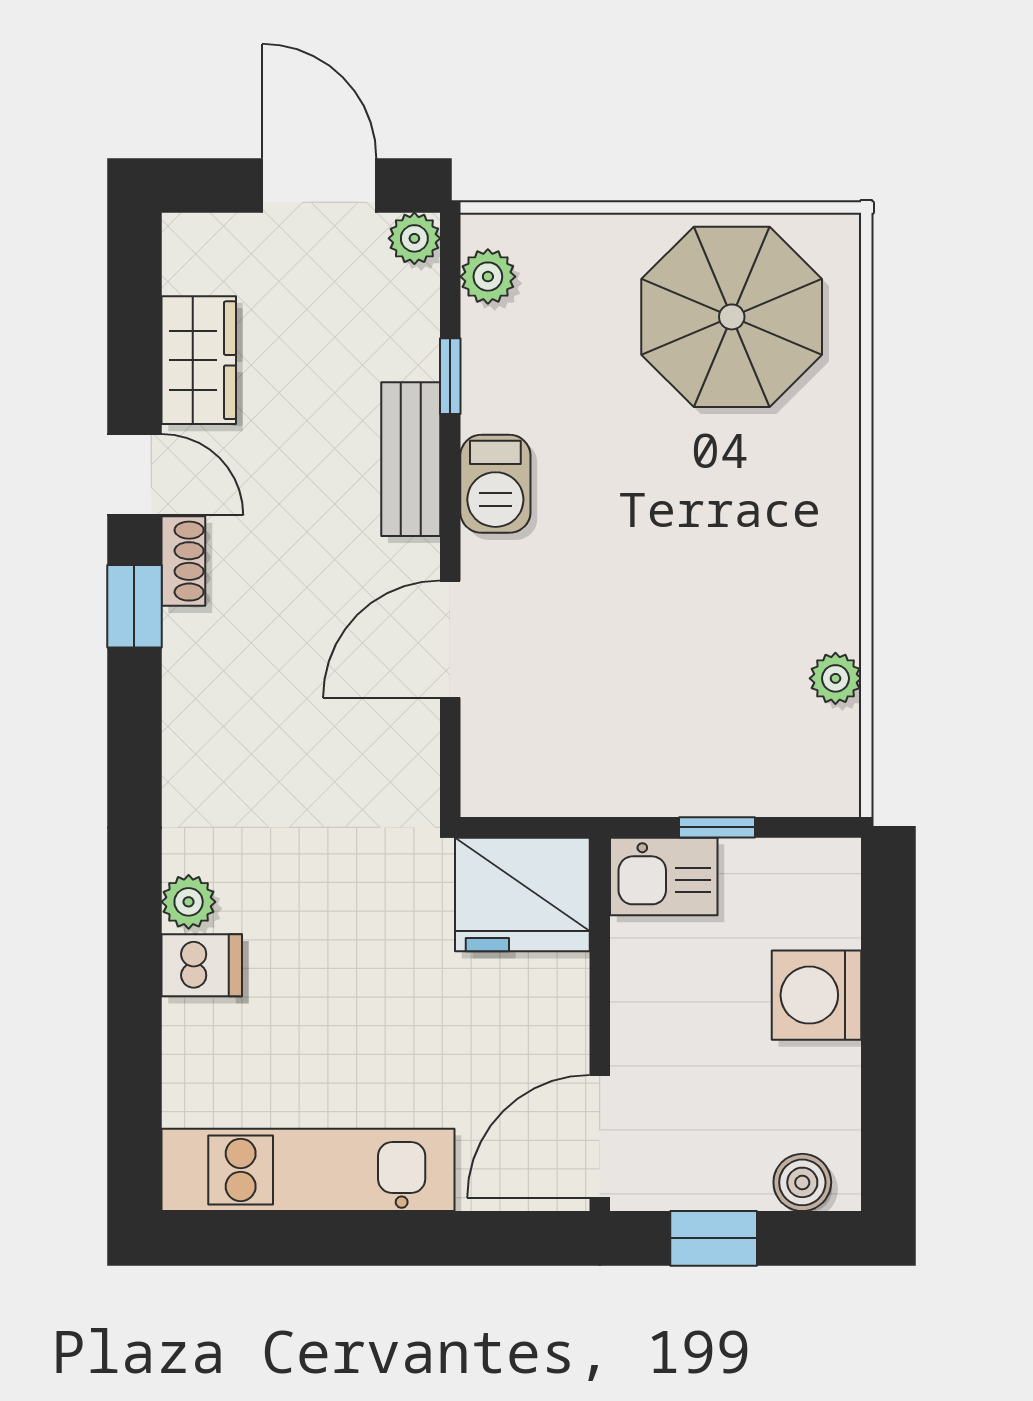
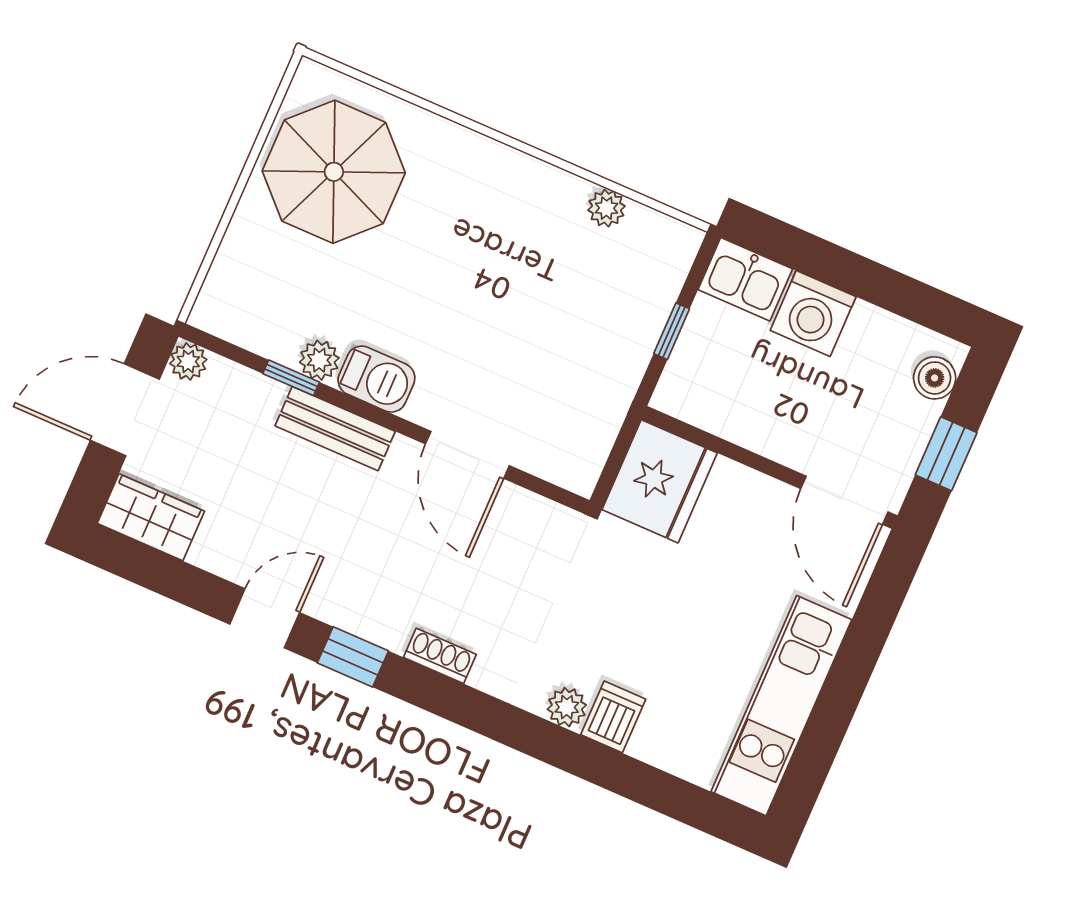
plant: (488, 277) -> (319, 360), moved
wardrobe: (199, 360) -> (151, 517), moved
shoe rack: (183, 561) -> (440, 656), moved
kitchen sink: (664, 876) -> (745, 279), moved, turned 90

